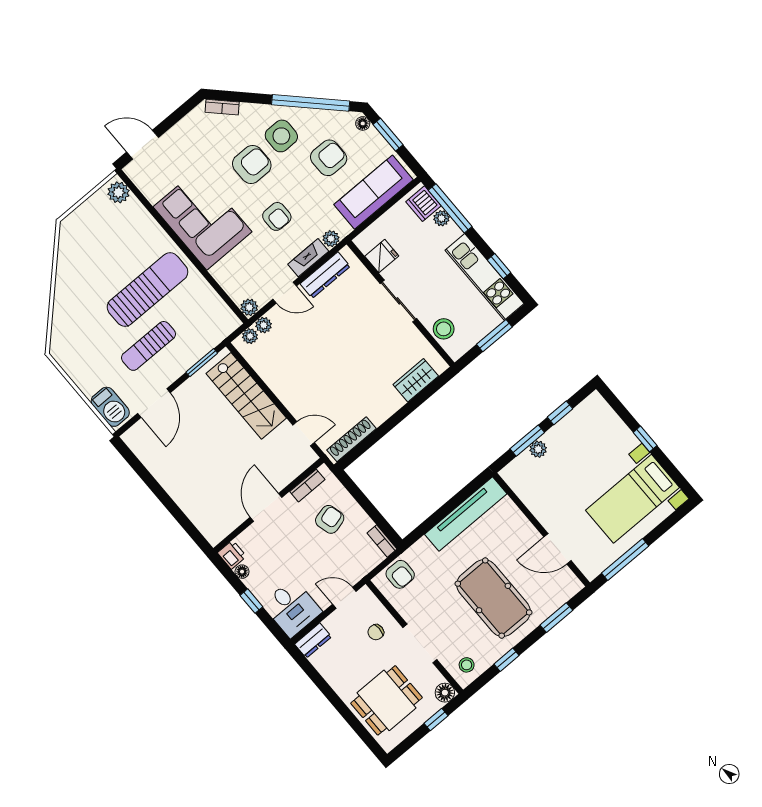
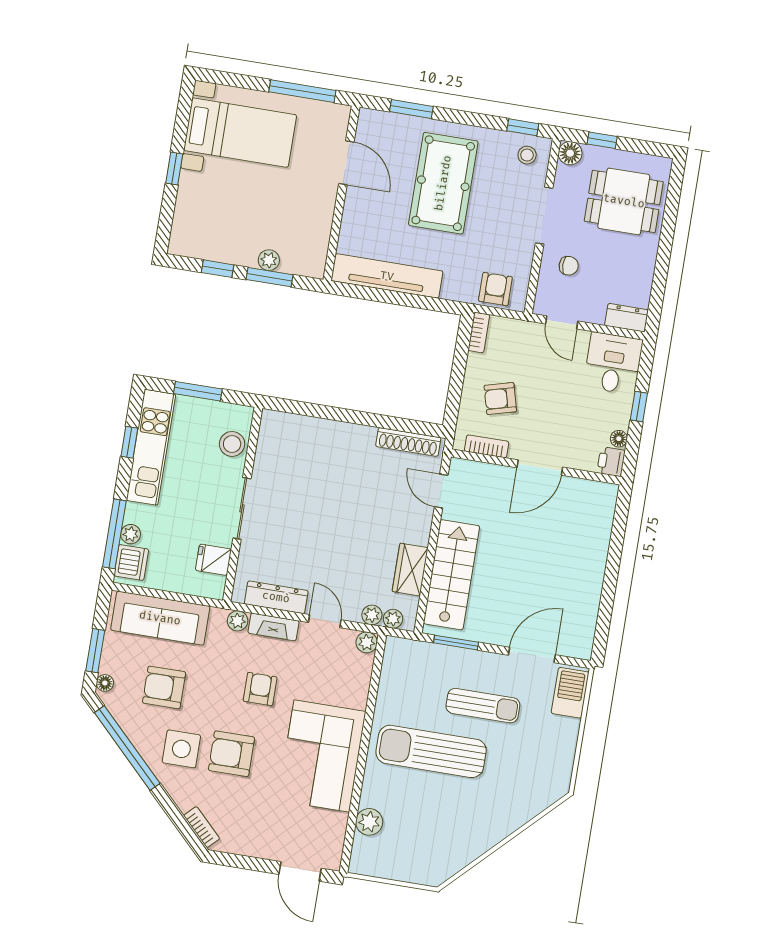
plant: (119, 192) -> (369, 822), moved
wardrobe: (416, 380) -> (410, 570), moved, turned 90
window: (507, 660) -> (523, 127), moved

